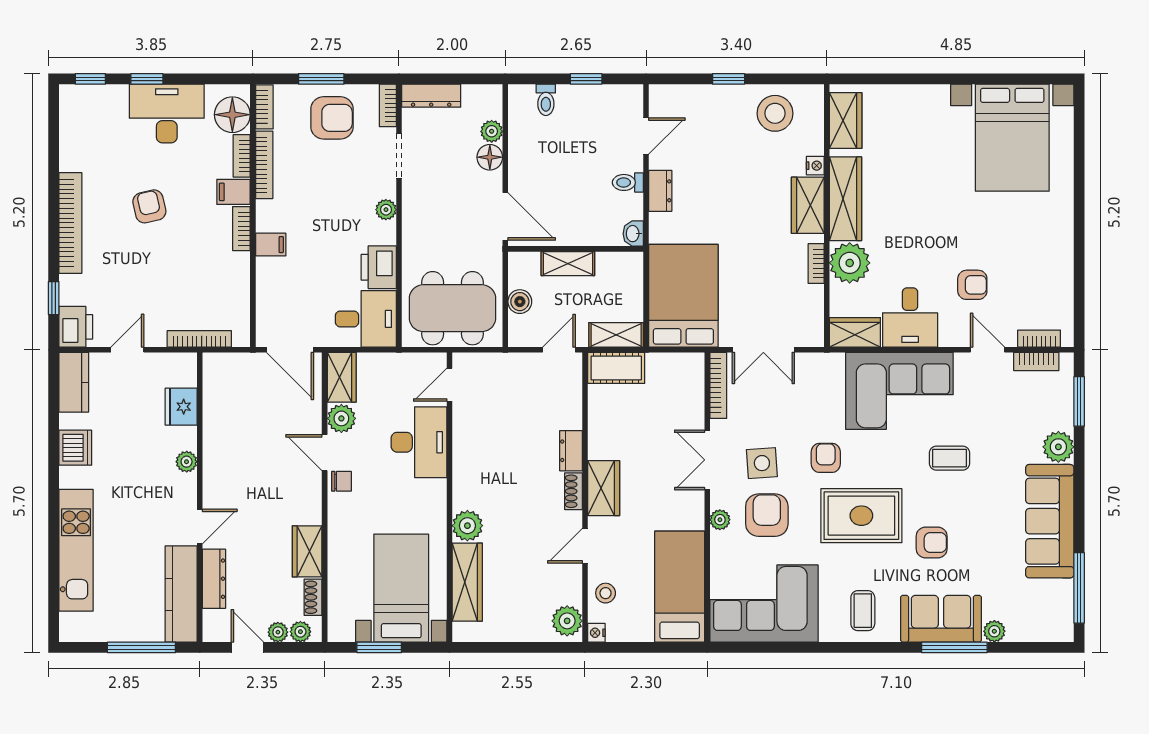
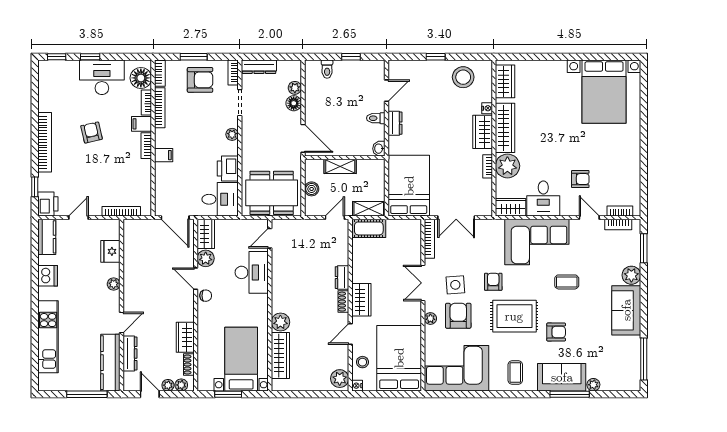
sofa: (1050, 521) -> (626, 310), width x0.73
bed: (680, 587) -> (399, 358), width x1.50

